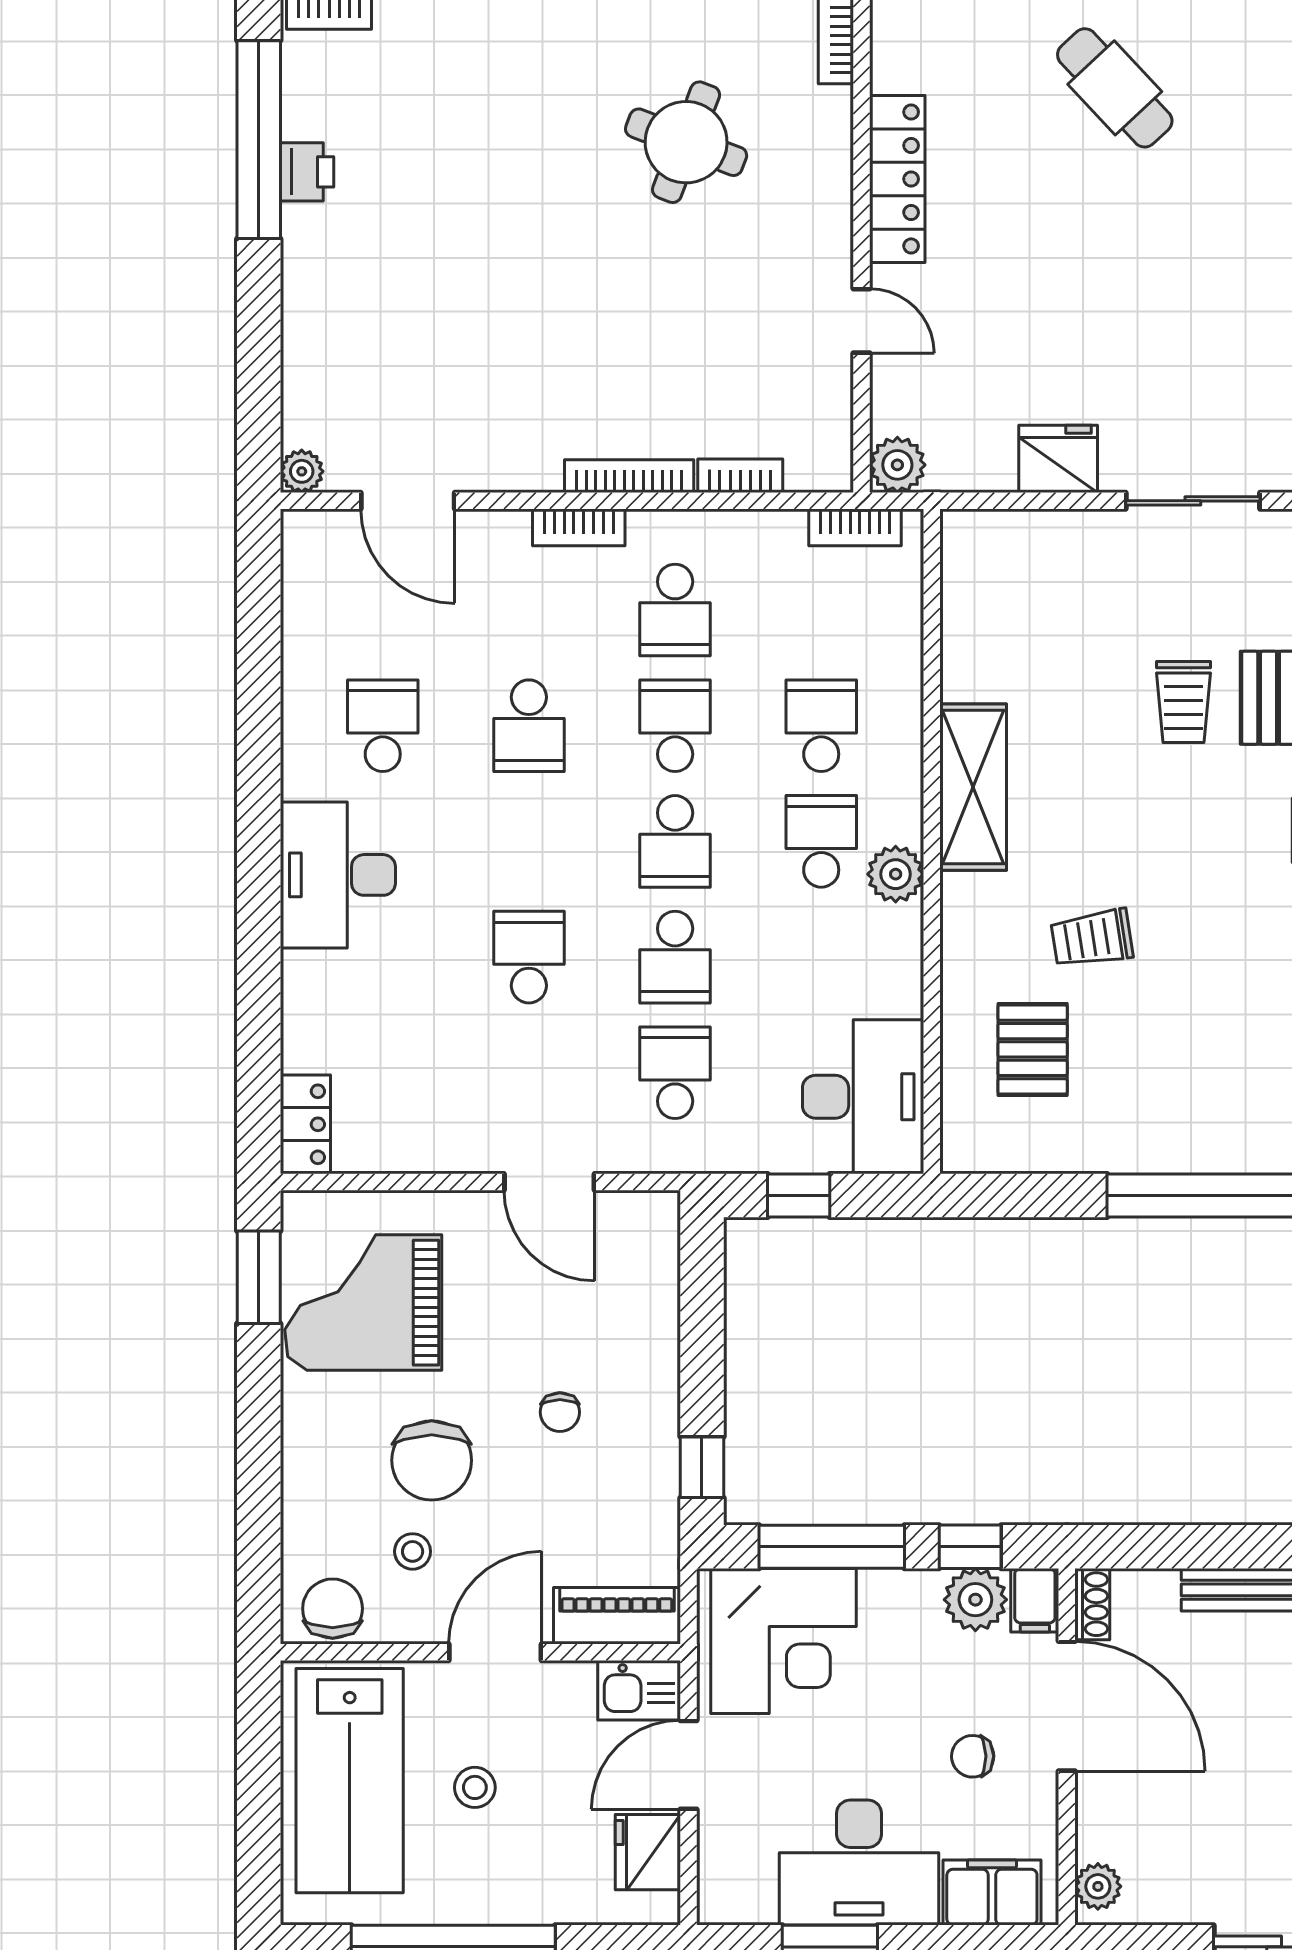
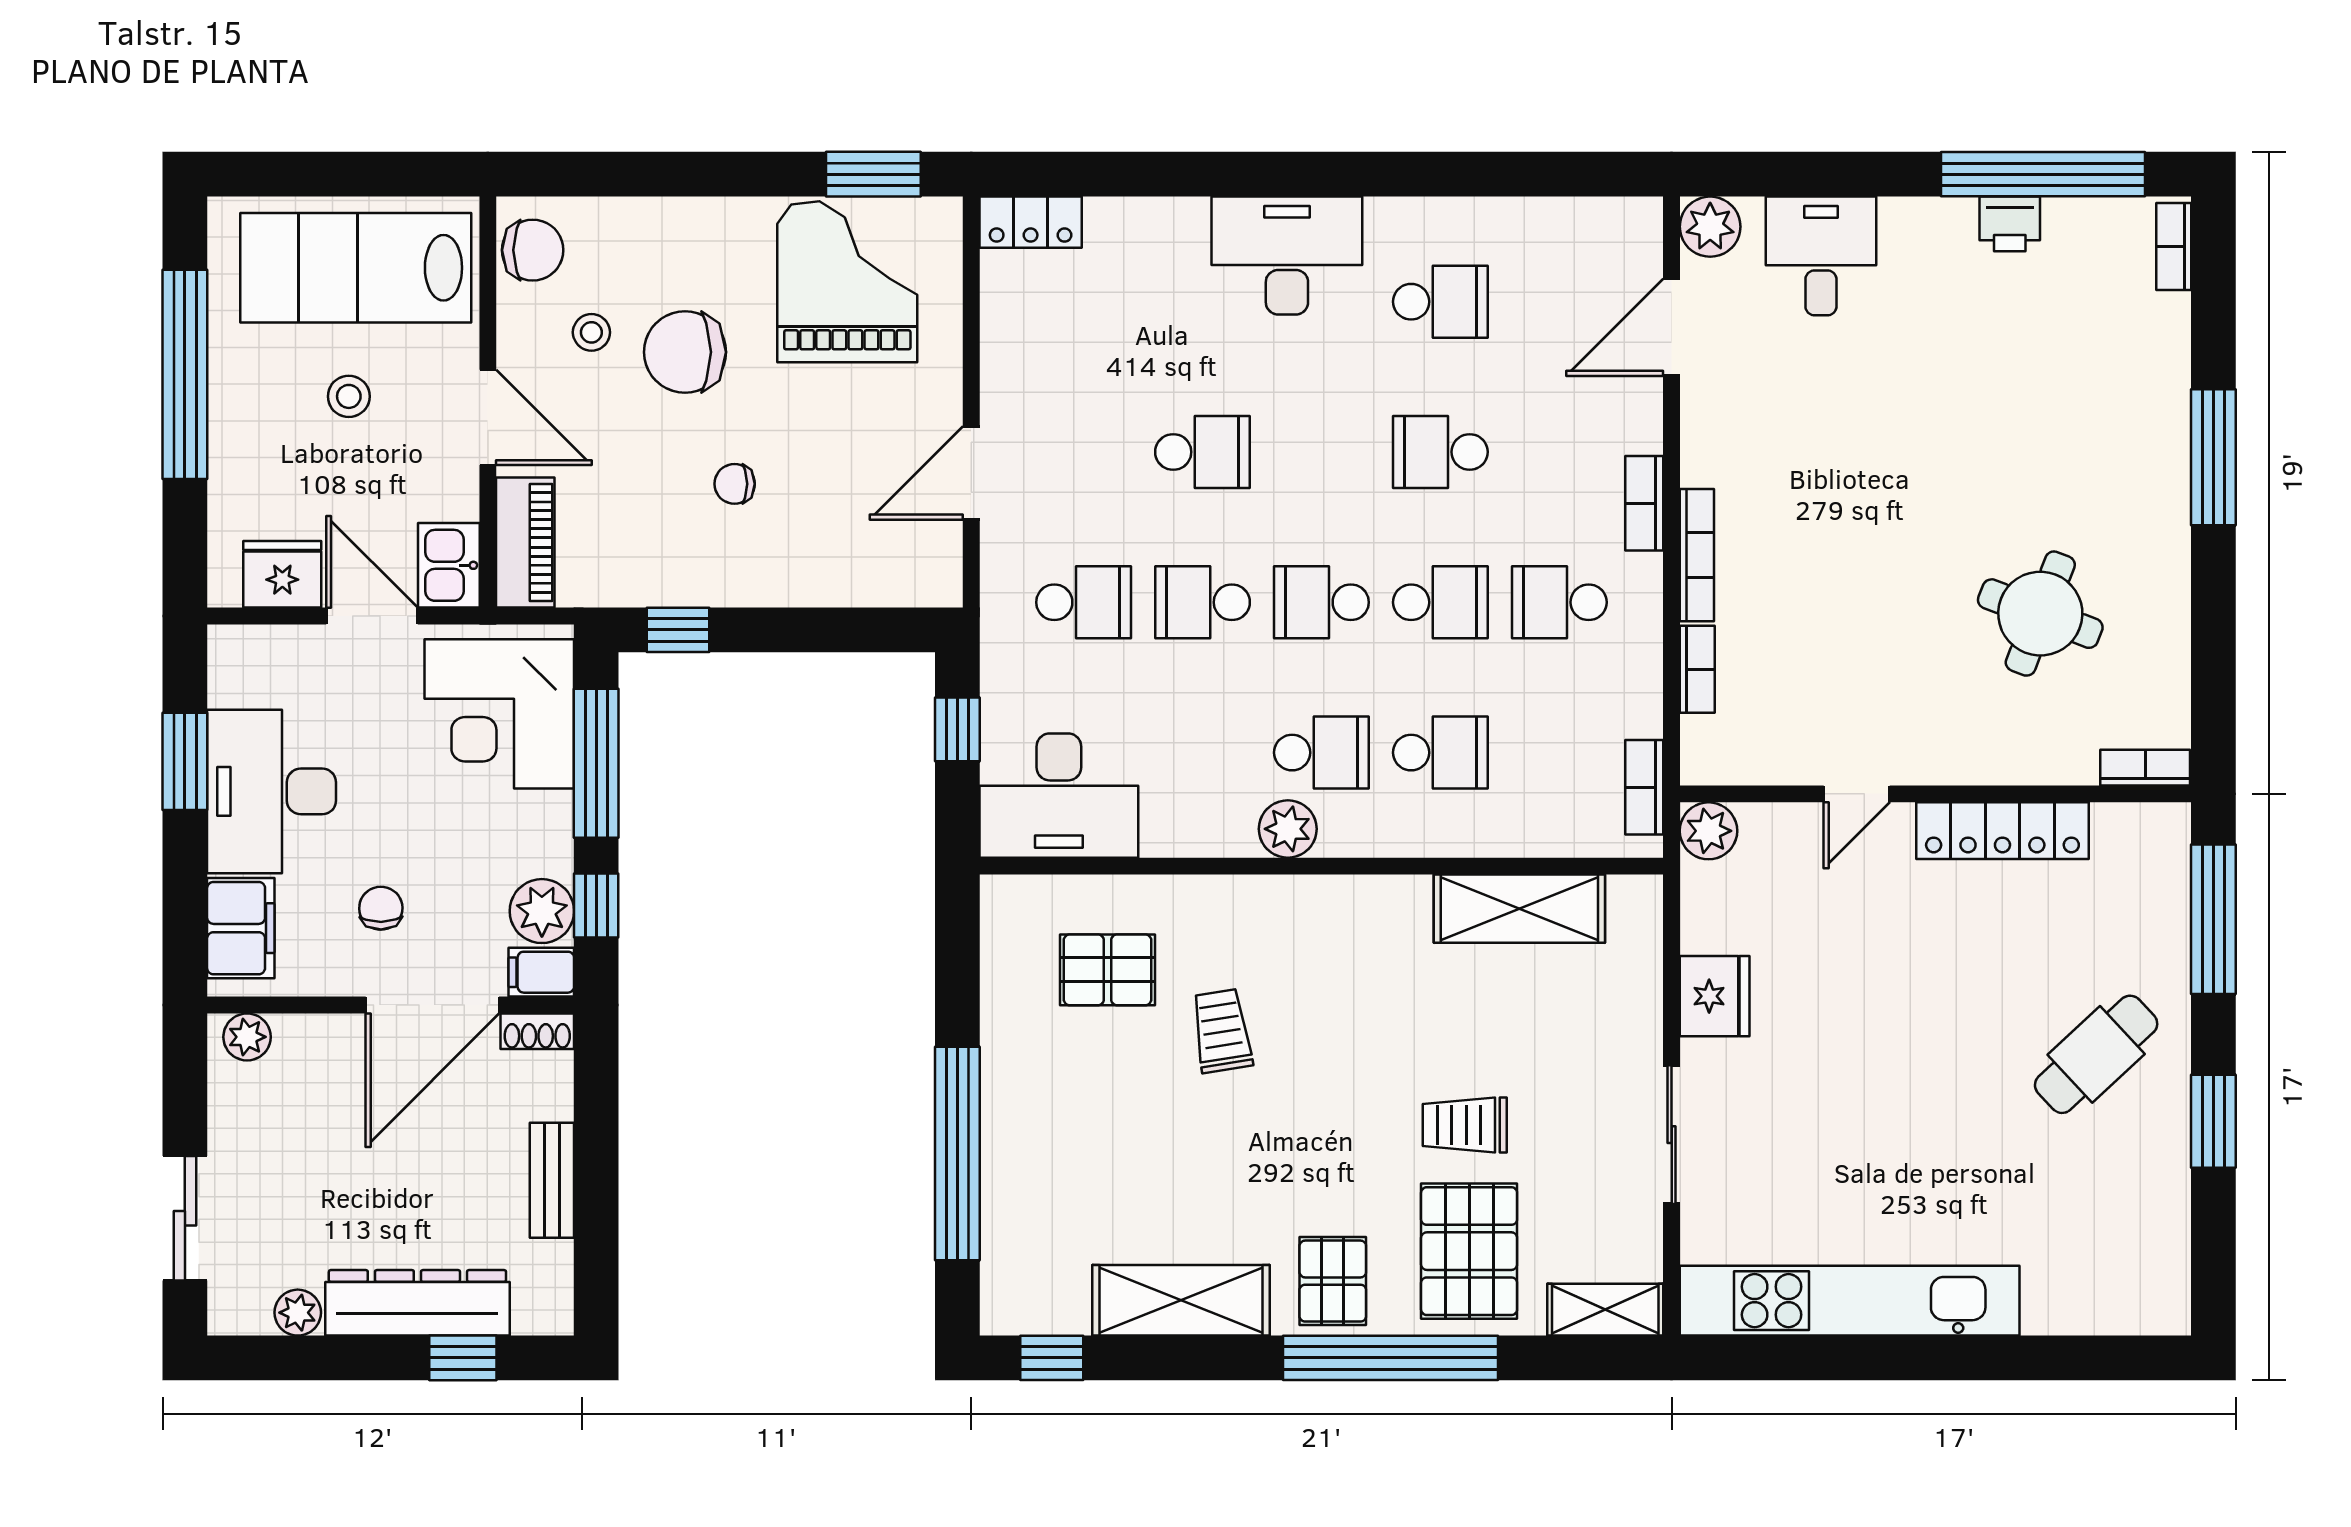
desk: (338, 355) -> (1821, 256), added
plant: (302, 471) -> (1710, 227), width x1.38, depth x1.38
shelving: (973, 787) -> (1519, 909), moved

